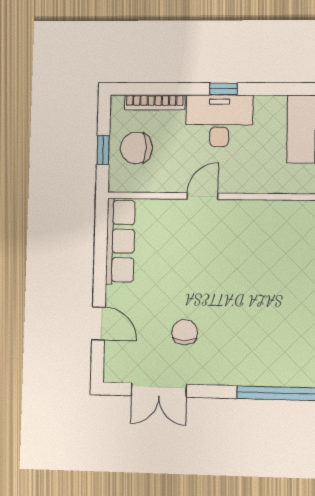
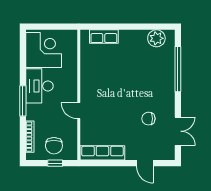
window: (223, 89) -> (23, 101), width x2.17
desk: (219, 121) -> (39, 86), moved
door: (98, 323) -> (145, 163), swing flipped

